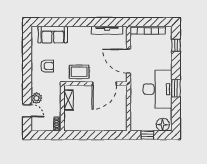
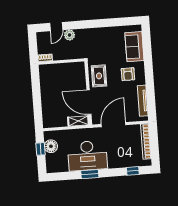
armchair: (47, 66) -> (128, 74), moved
shelving: (68, 100) -> (78, 121), moved
floor lamp: (163, 125) -> (51, 146), moved

